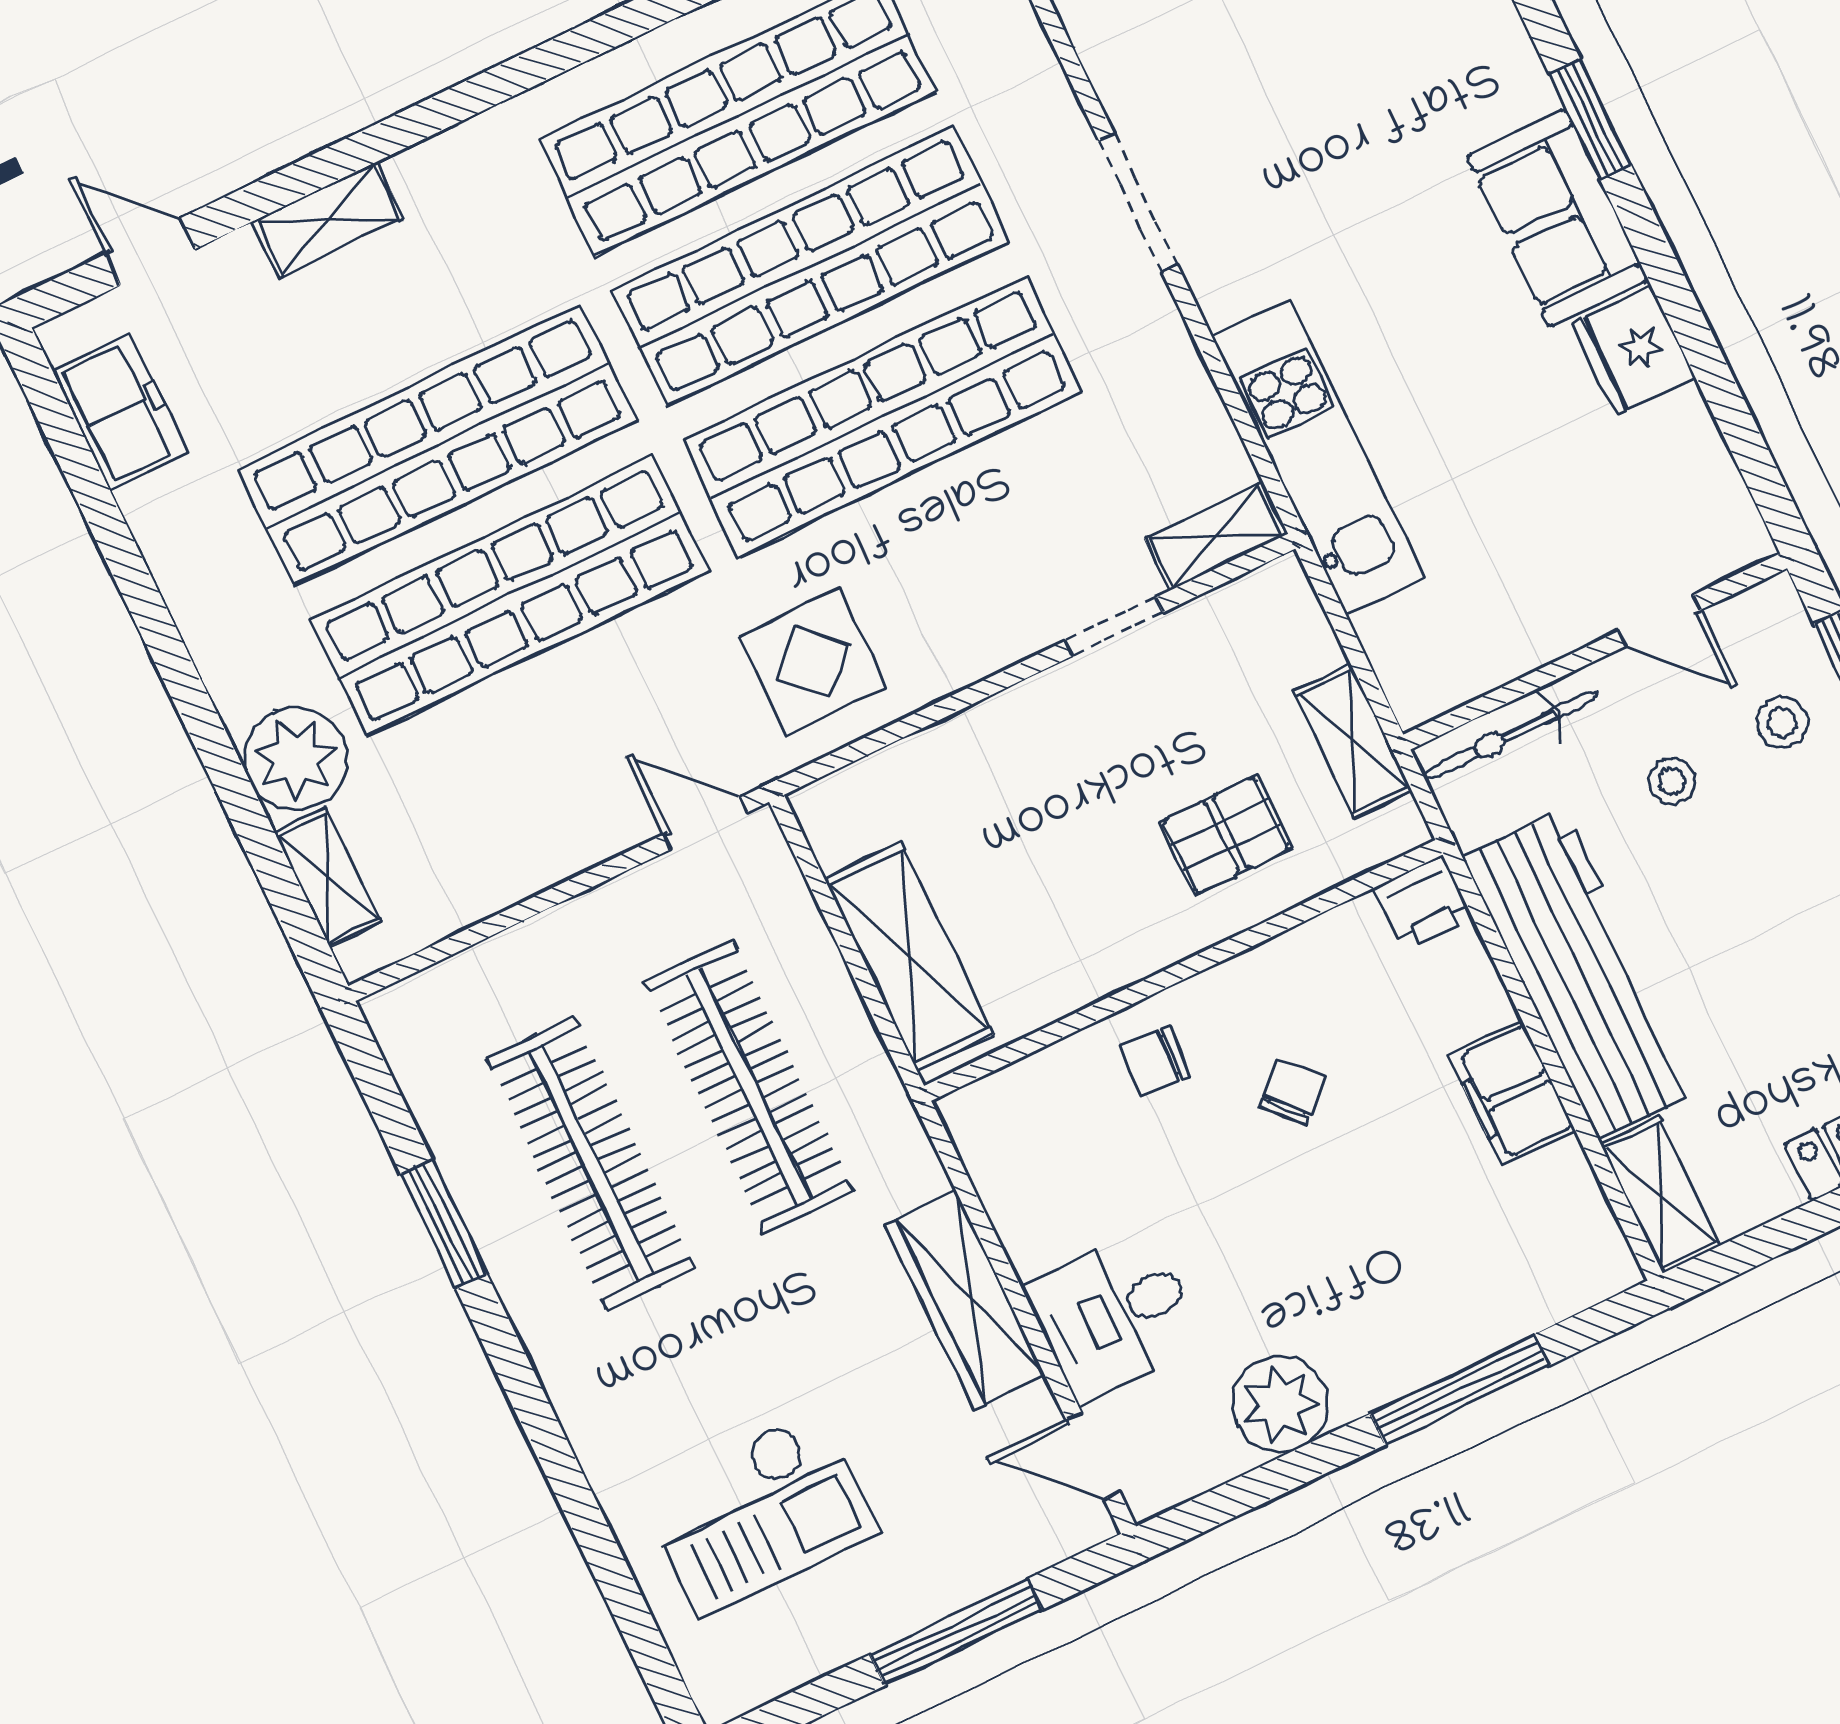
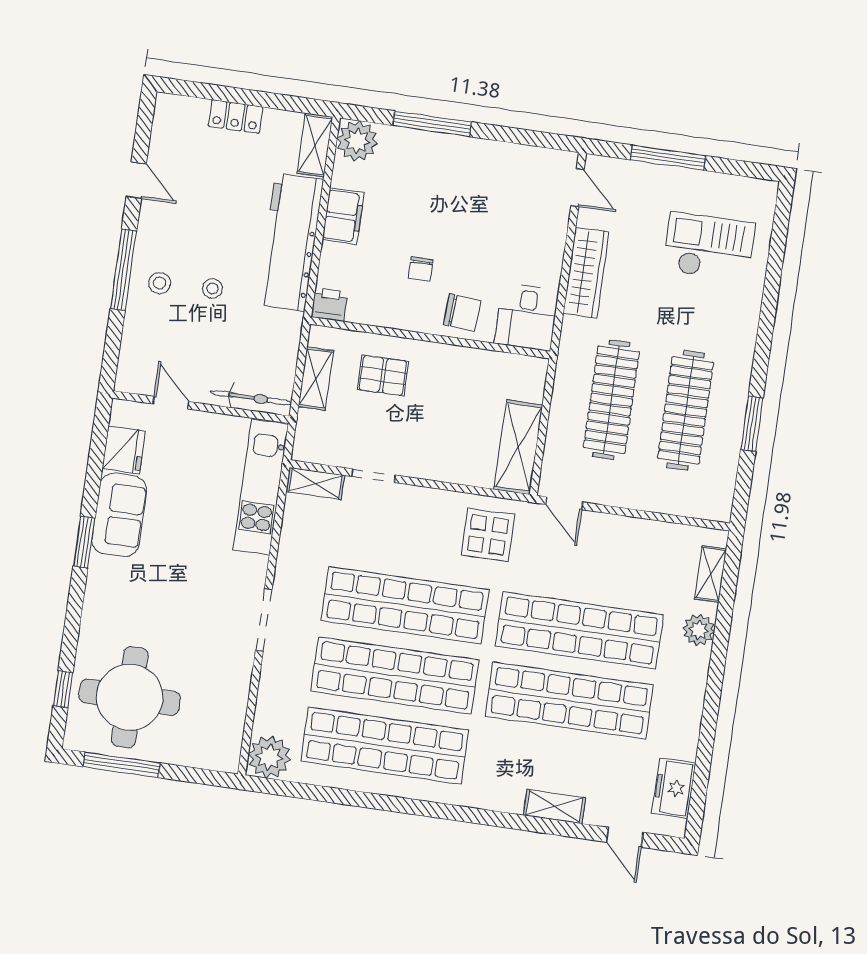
door: (1659, 621) -> (171, 403), moved
wall: (1595, 651) -> (201, 407), moved
bicycle: (1510, 735) -> (251, 398), moved
plant: (296, 759) -> (699, 630), width x0.73, depth x0.73
shelving: (909, 956) -> (518, 447), moved
chair: (1155, 1061) -> (462, 312), width x1.37, depth x1.37
chair: (1292, 1092) -> (421, 269), turned -47
desk: (1114, 1315) -> (527, 317), moved, turned 90
plant: (1280, 1404) -> (357, 141), moved

